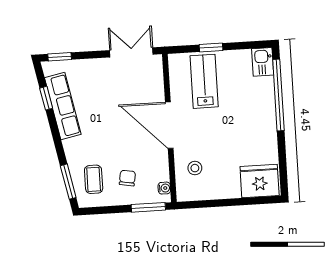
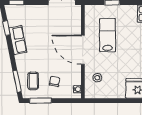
lab bench: (204, 81) -> (108, 35), moved
row of seats: (63, 106) -> (18, 40), width x0.68
window: (148, 207) -> (40, 101), moved

